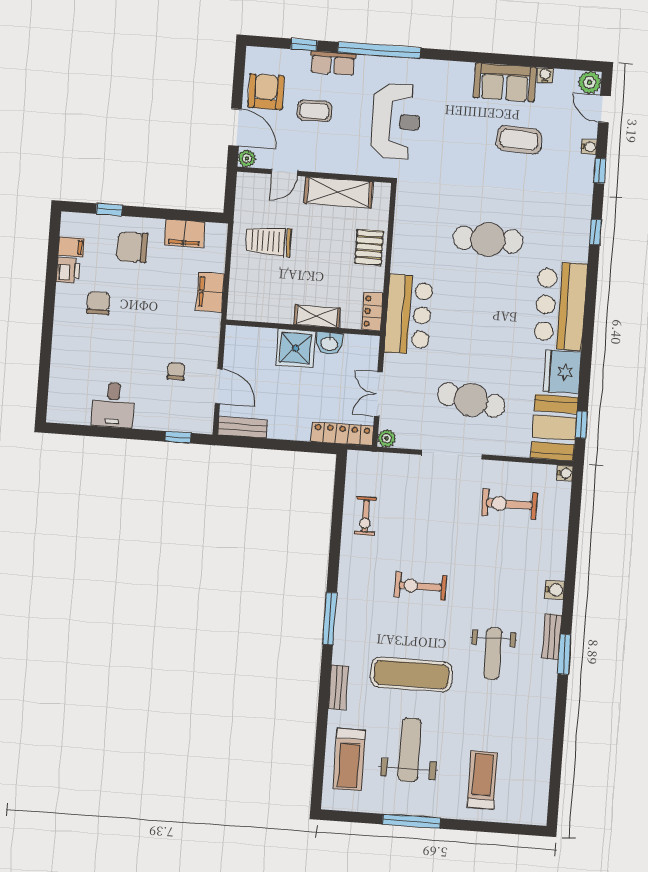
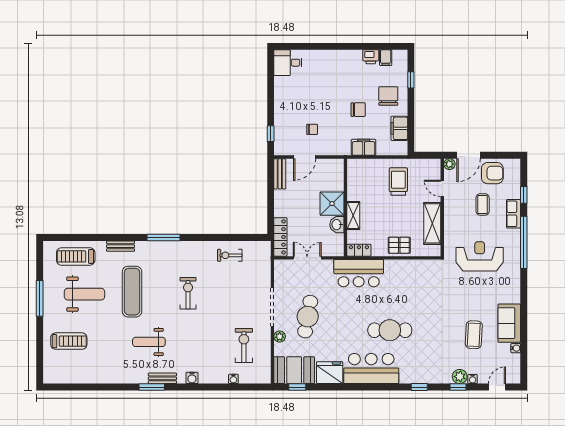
plant: (590, 82) -> (460, 377), moved
reception desk: (396, 121) -> (480, 256), turned 180
cafe table: (488, 240) -> (390, 330), moved, turned 90
chair: (98, 303) -> (358, 110), moved
desk: (113, 405) -> (288, 63), moved
plant: (387, 438) -> (280, 337), moved
water cooler: (565, 473) -> (233, 379), moved

